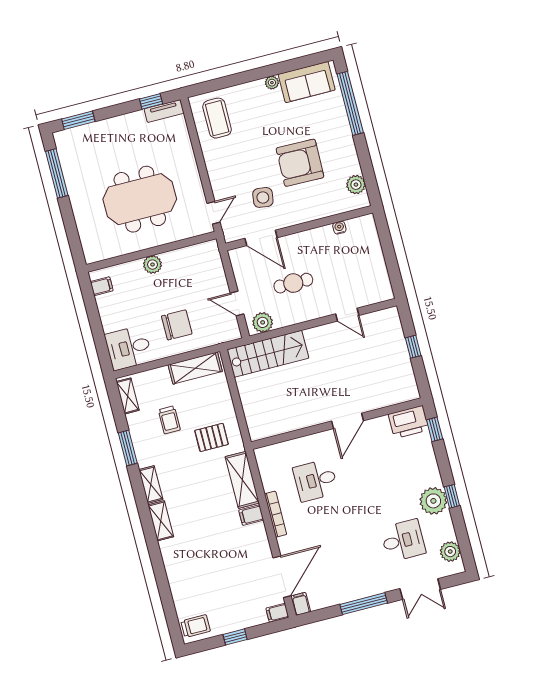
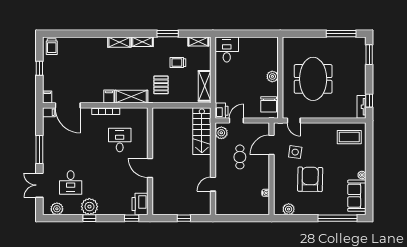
filing cabinet: (102, 286) -> (267, 43), removed
chair: (177, 325) -> (269, 104), moved
printer: (228, 331) -> (221, 111), added

